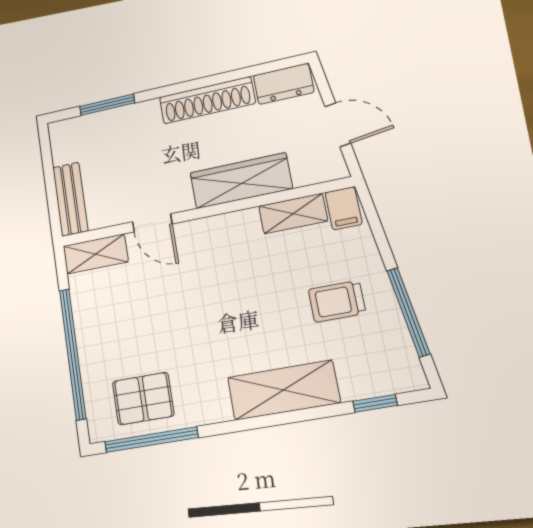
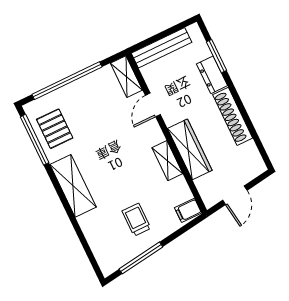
dresser: (284, 84) -> (212, 75), moved
bench: (70, 199) -> (162, 48), width x1.36
shelving: (293, 214) -> (167, 161), moved
shelving: (283, 390) -> (73, 186), moved
window: (375, 403) -> (89, 252), removed

